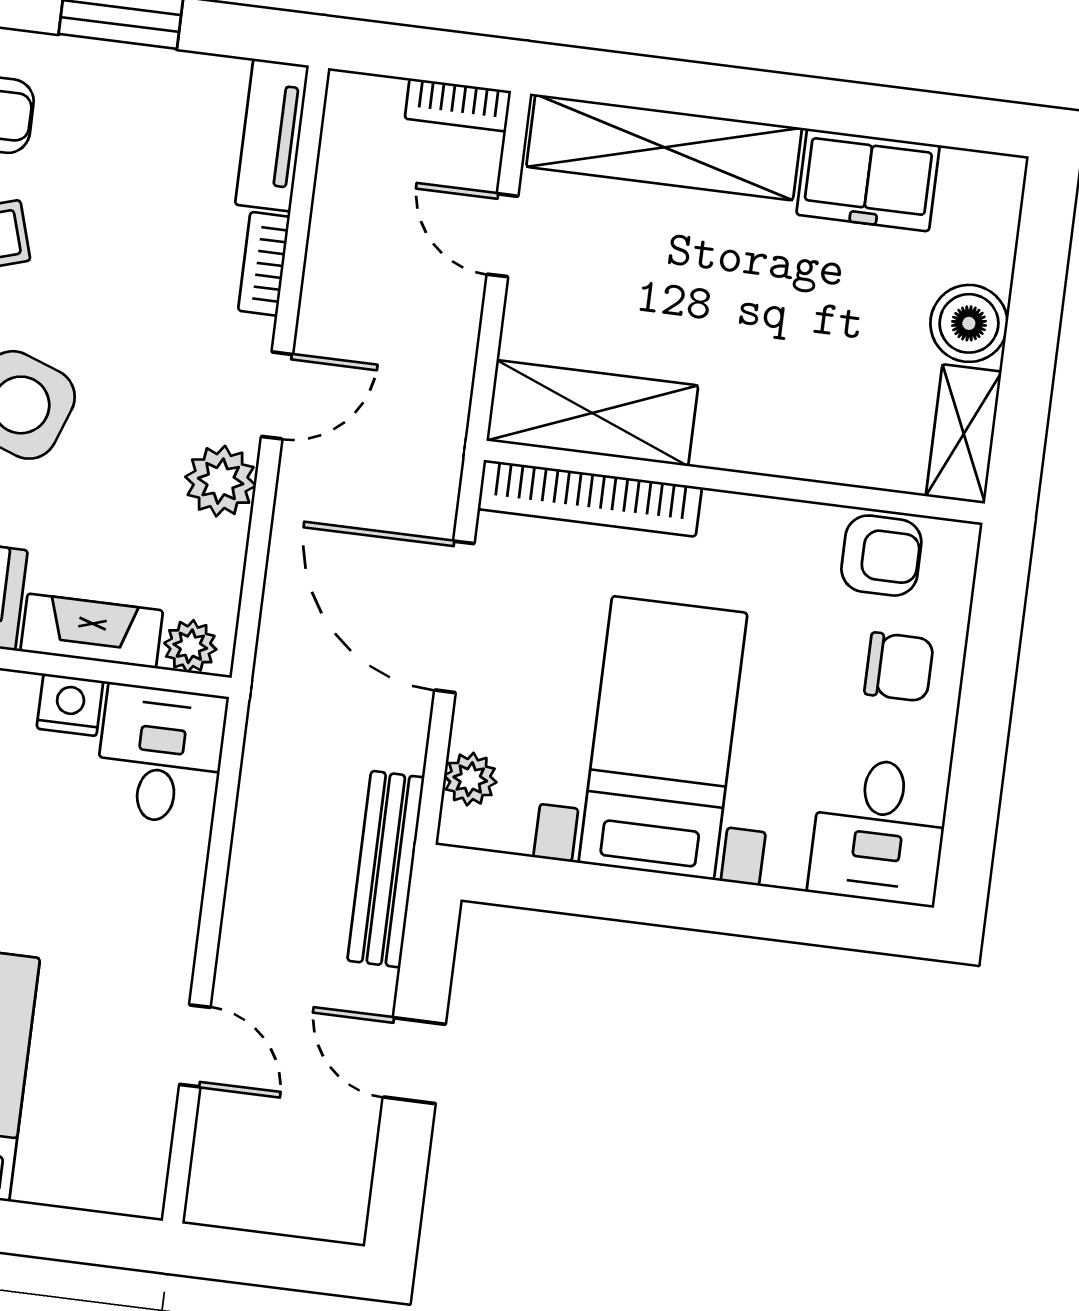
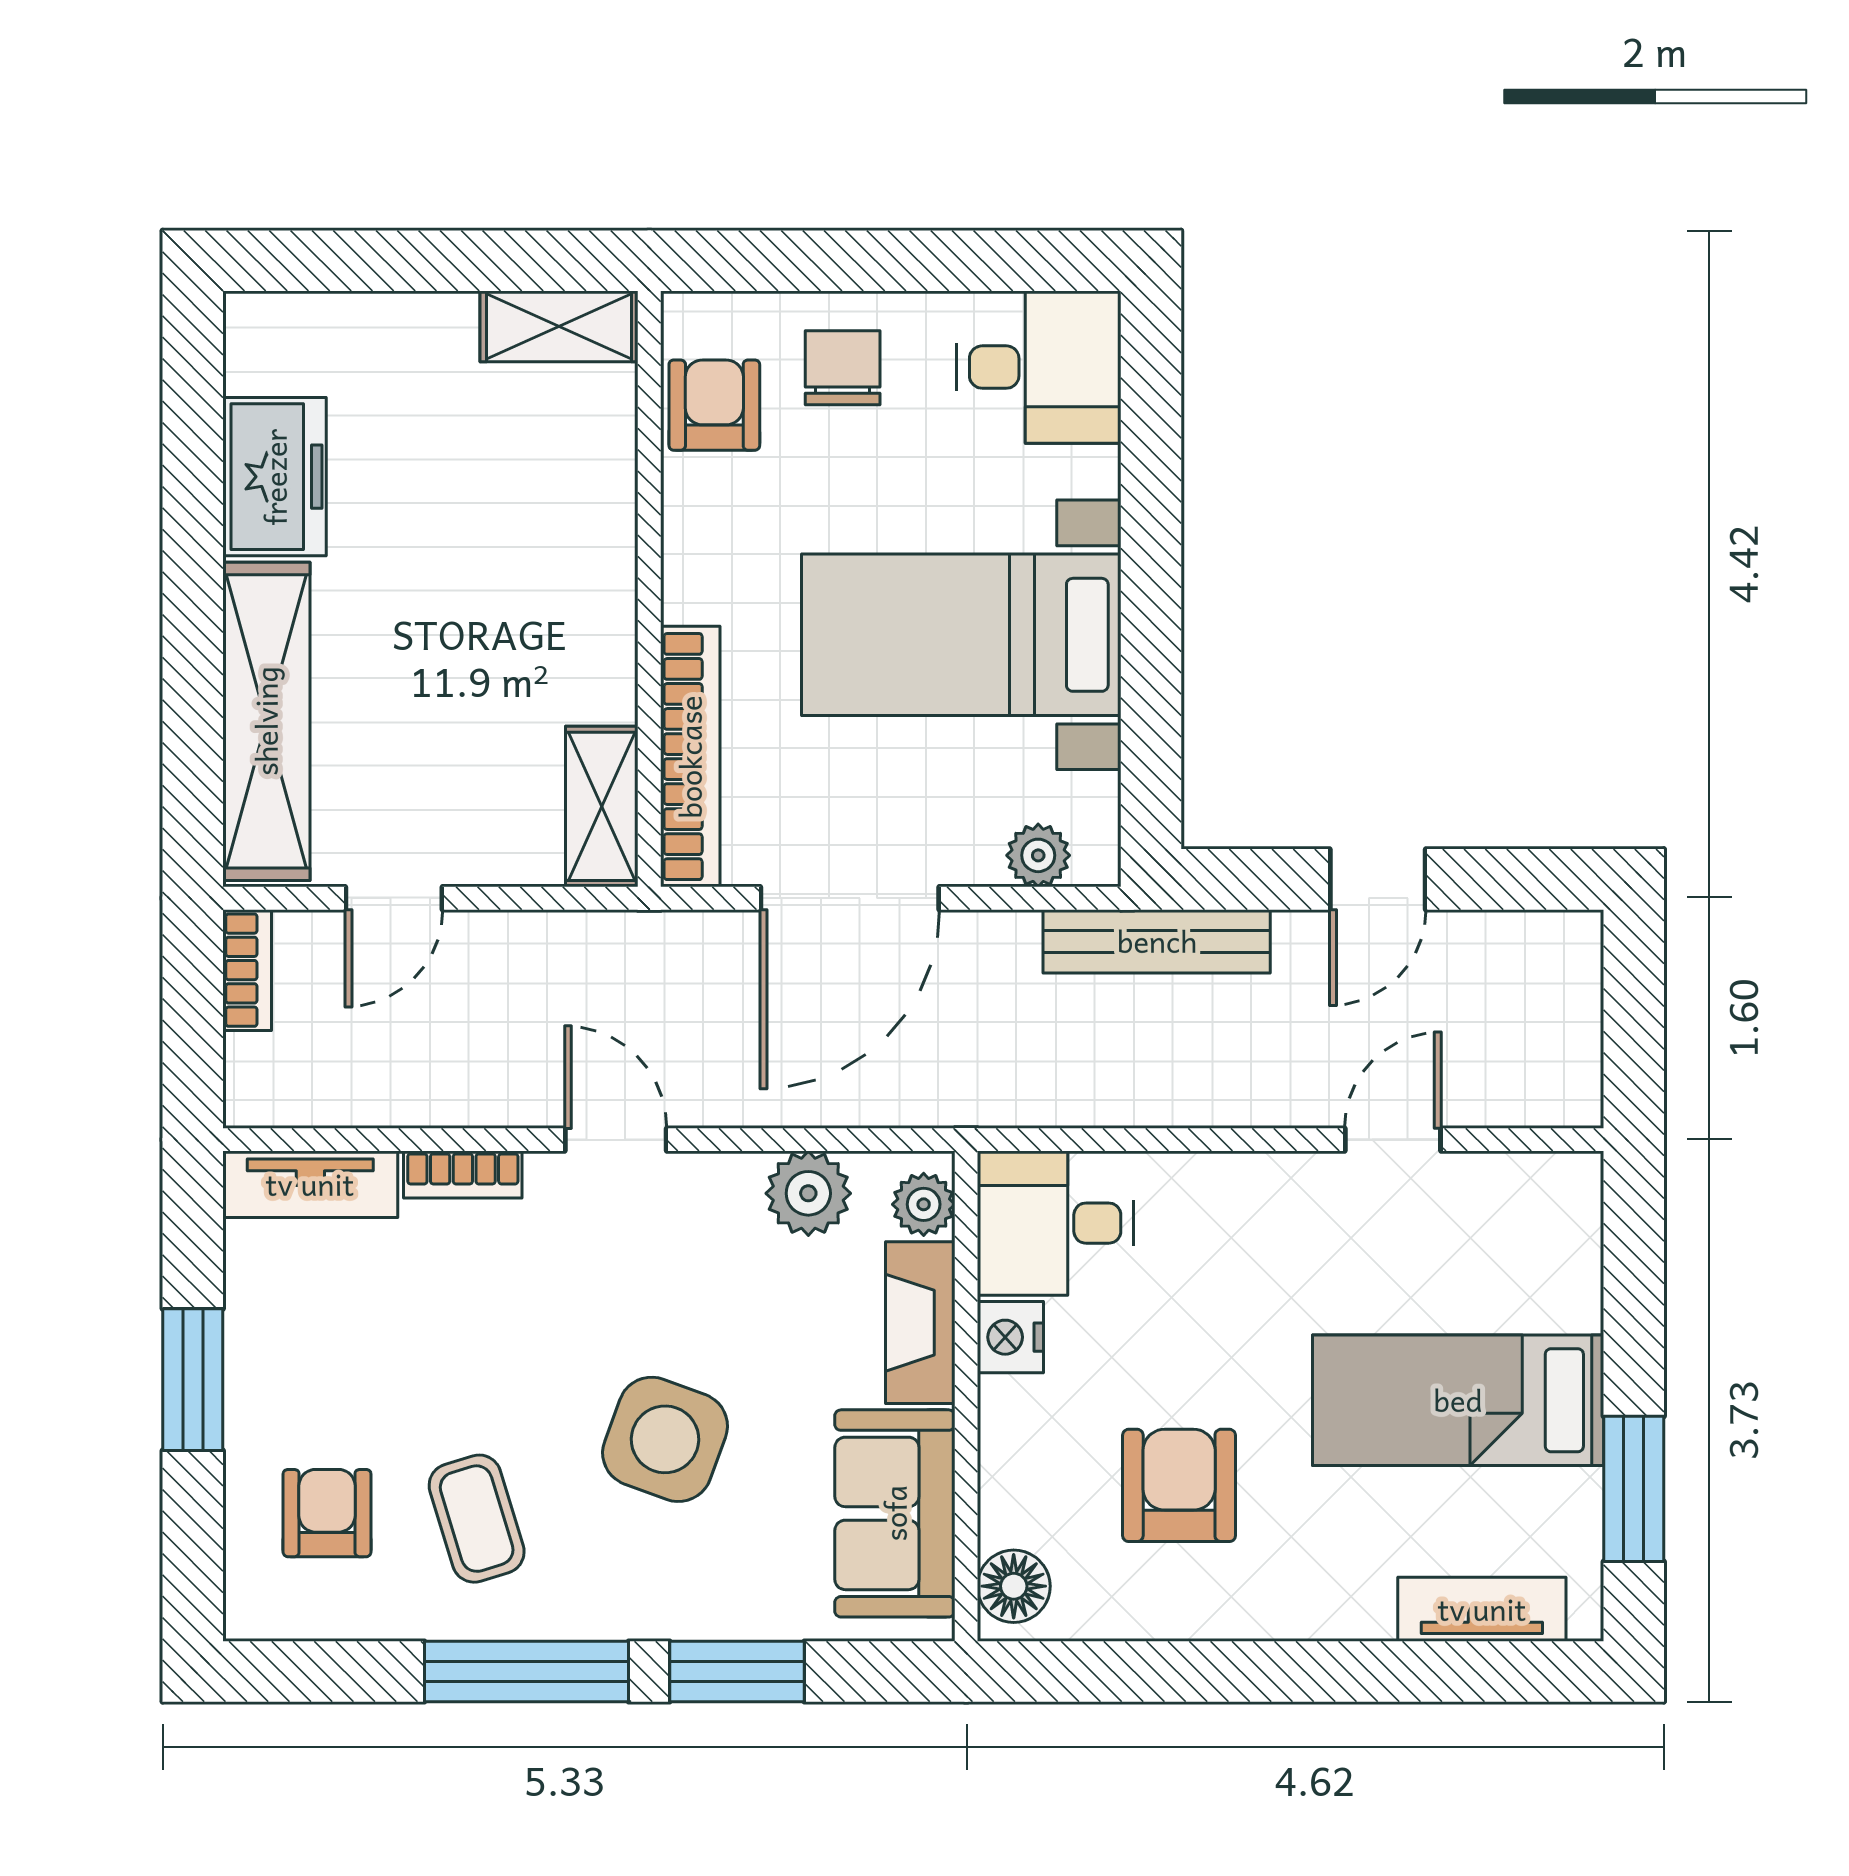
boiler: (969, 323) -> (428, 337), removed
shelving: (592, 413) -> (602, 806), width x0.67, depth x0.75
plant: (221, 481) -> (808, 1193), moved

